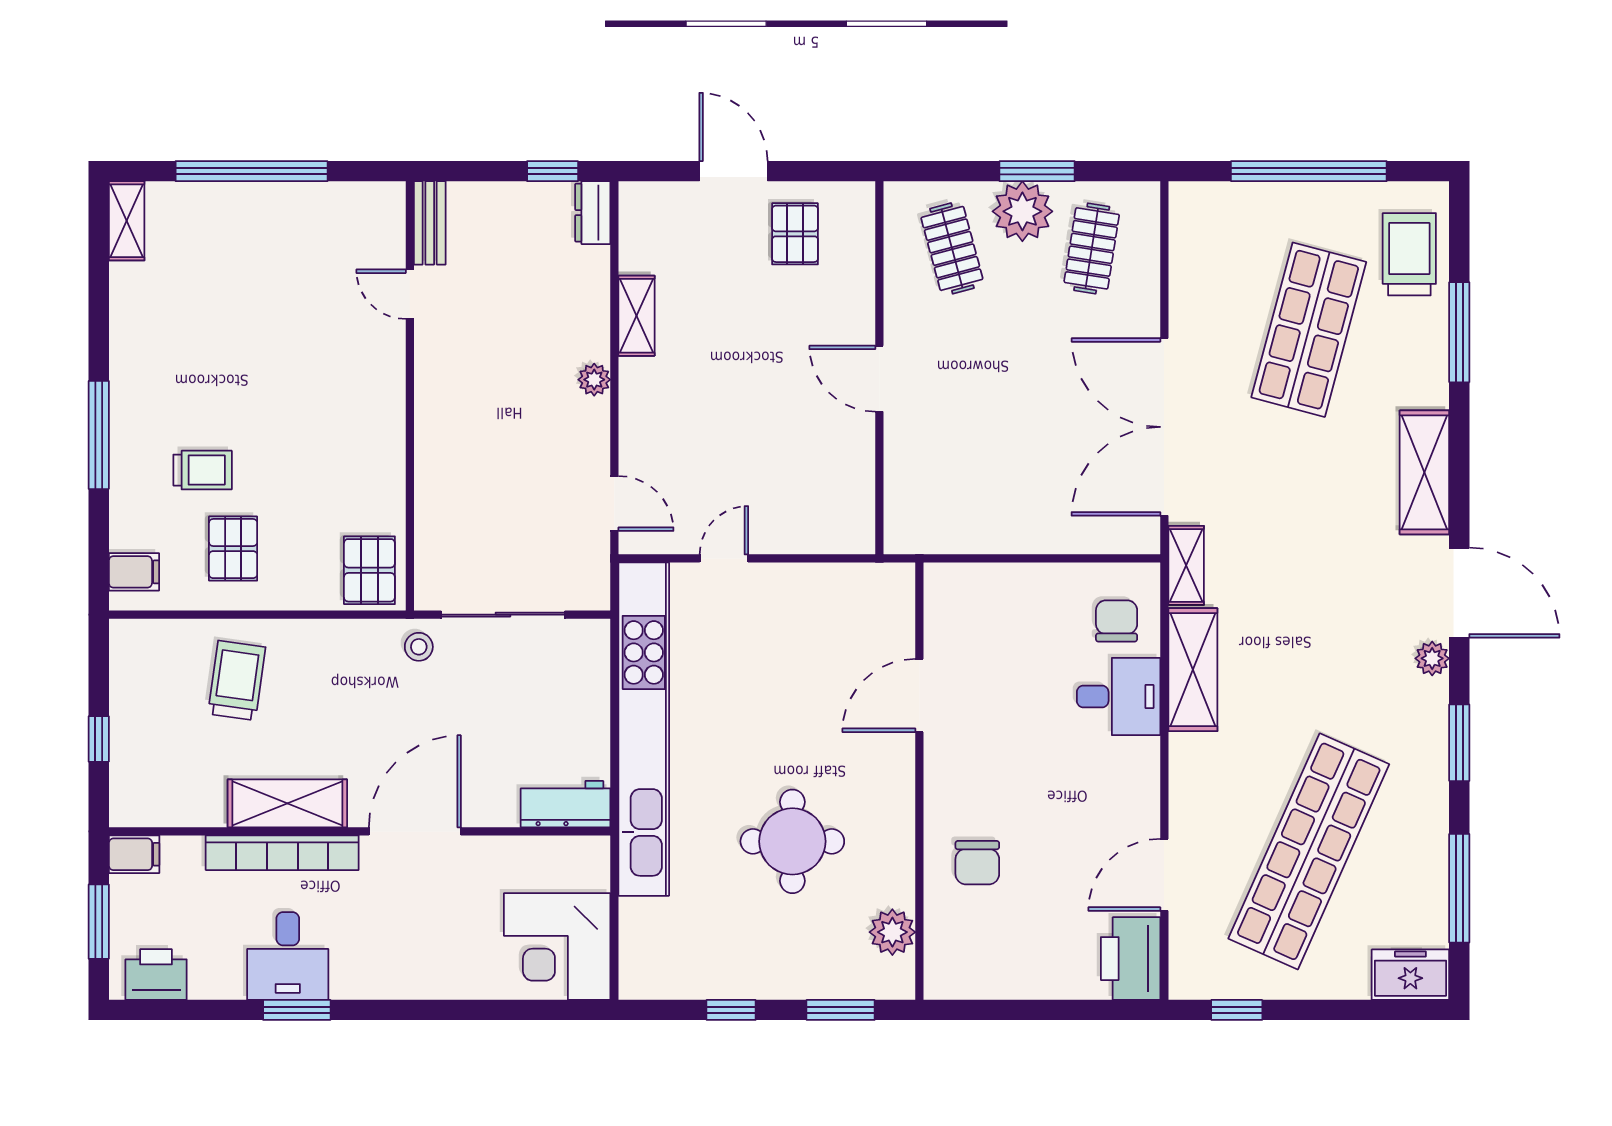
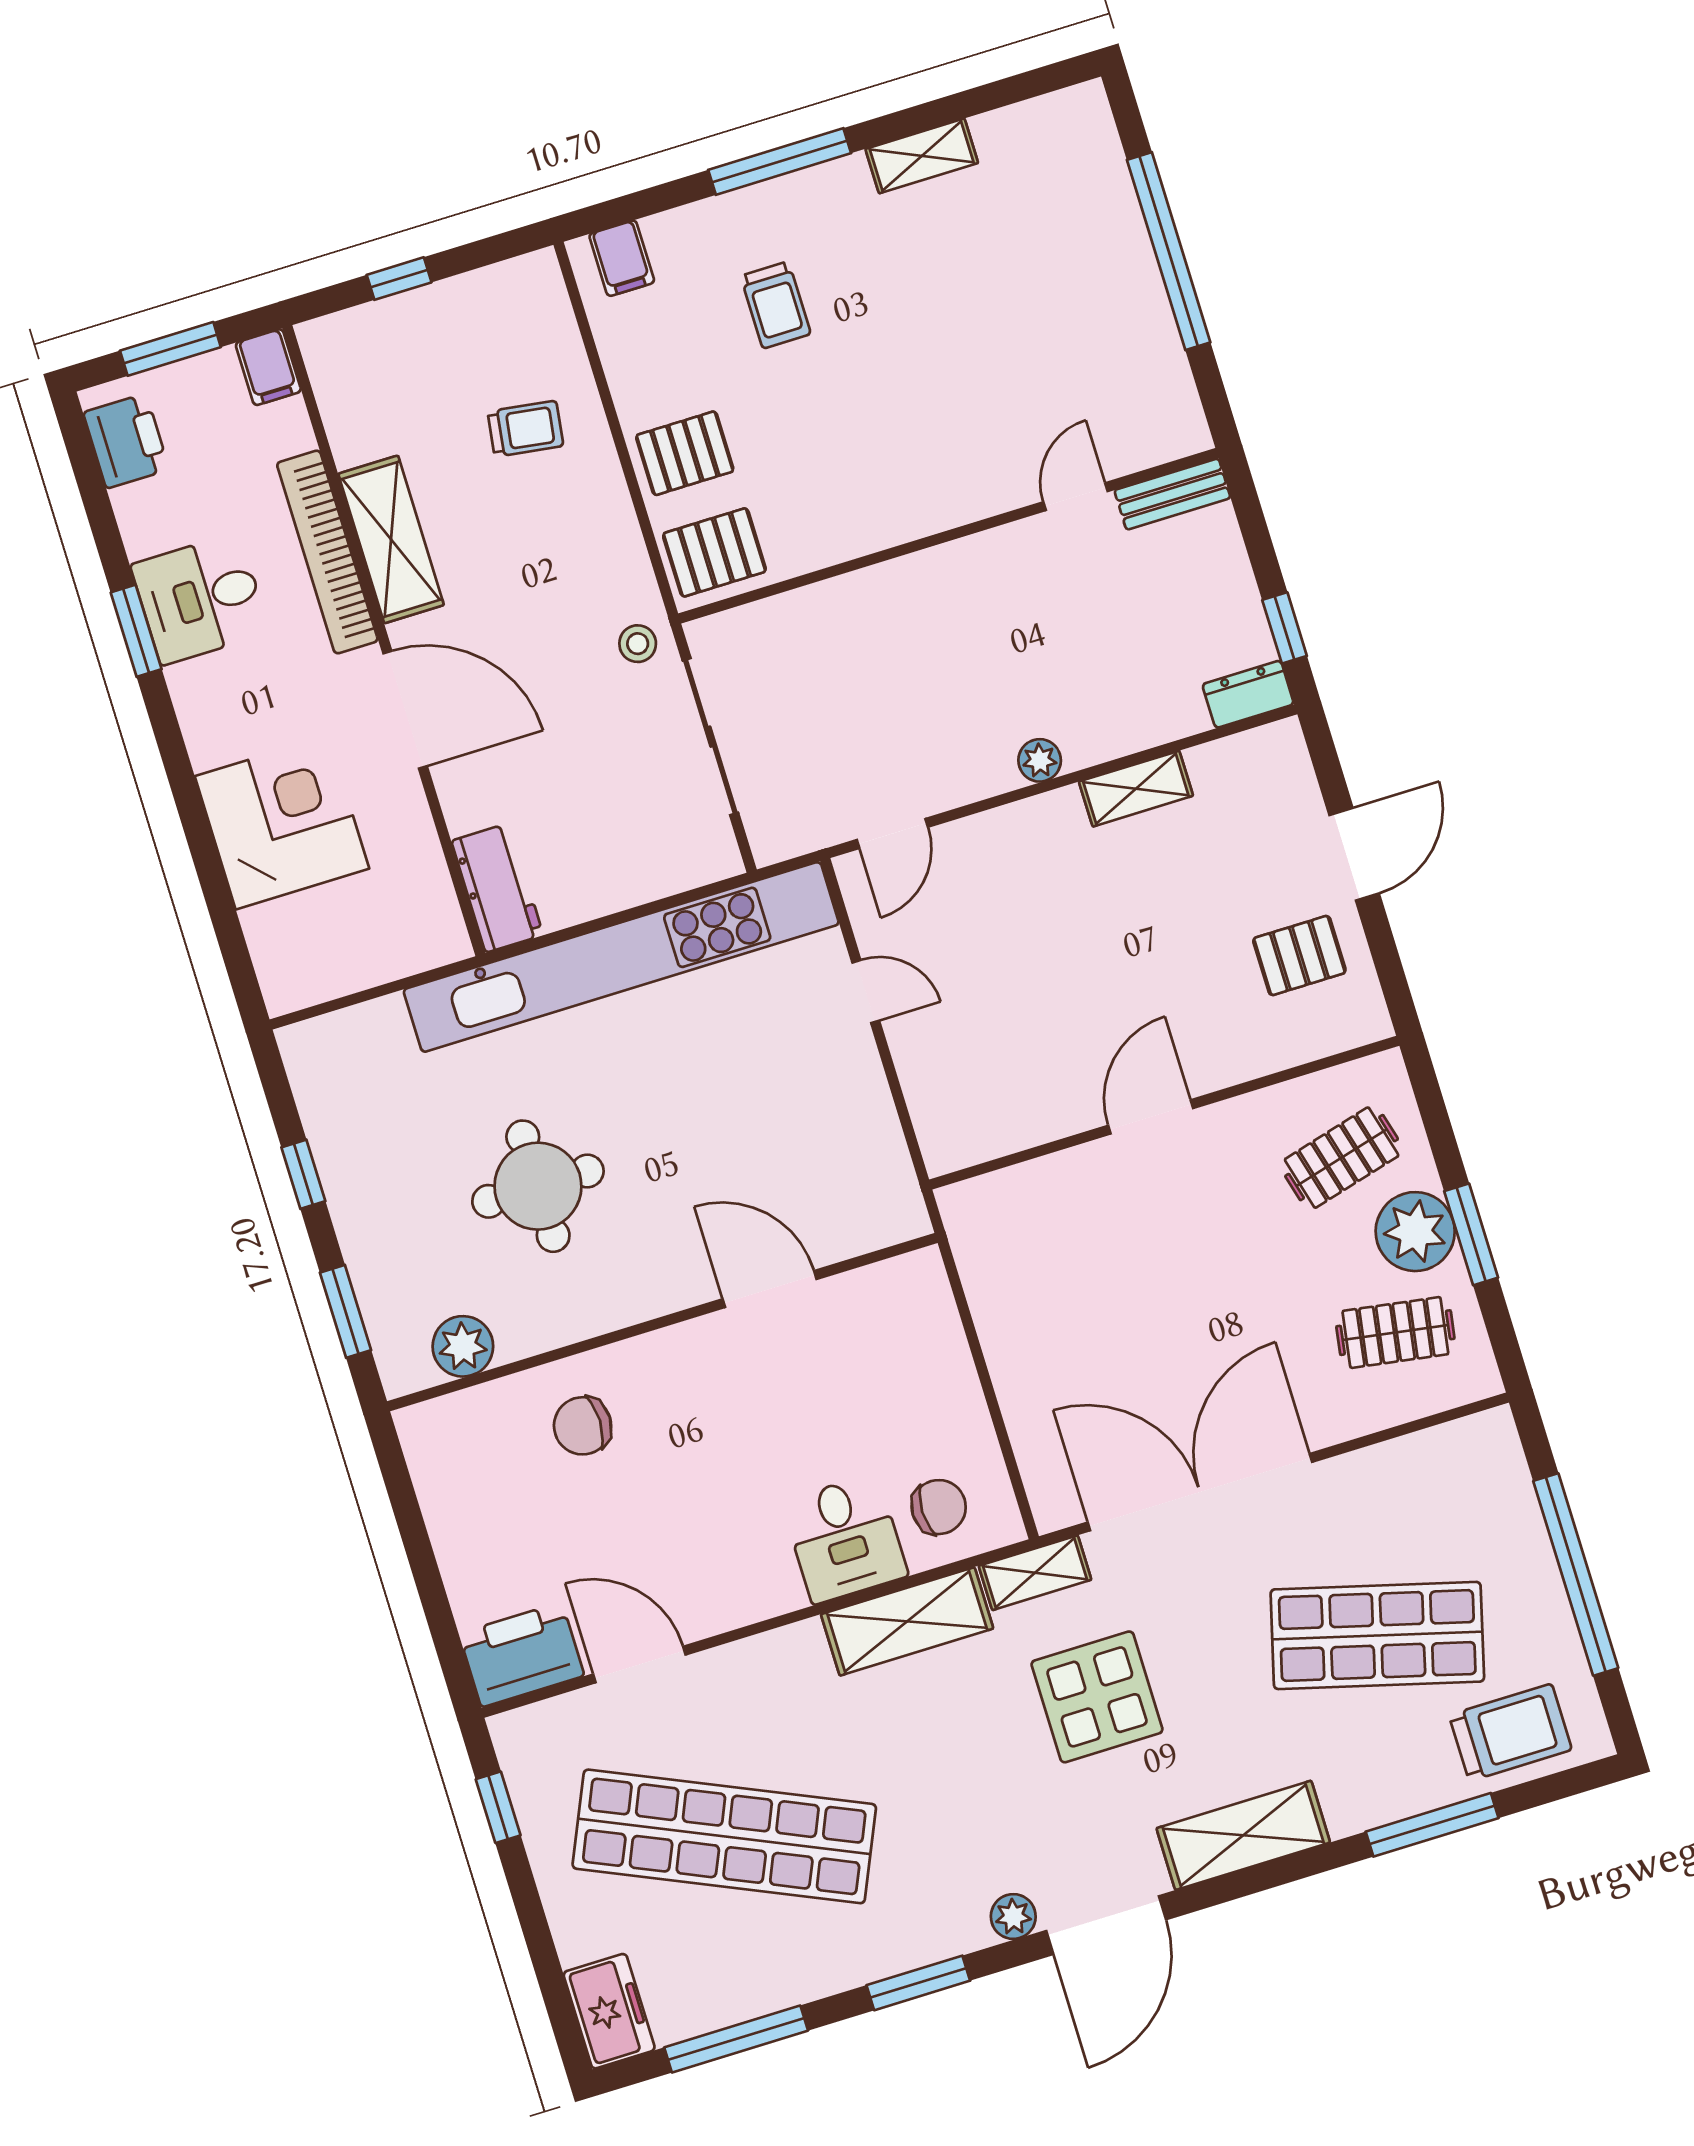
shelving: (127, 221) -> (922, 156), moved
display table: (1291, 548) -> (1097, 1697), added
pallet: (233, 549) -> (685, 453), moved
trolley: (237, 680) -> (525, 429), width x0.73, depth x0.72
corner desk: (557, 947) -> (282, 822), moved, turned 90

